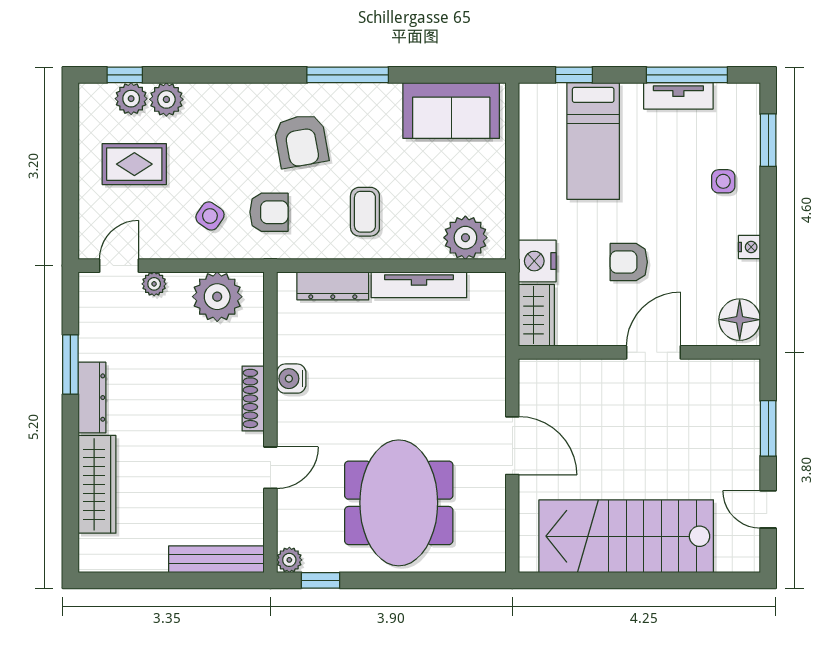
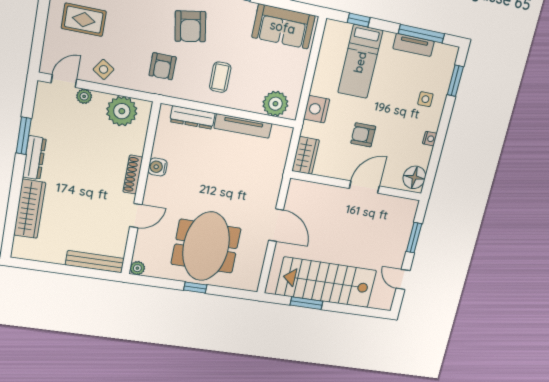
armchair: (269, 212) -> (163, 66), turned 90
side table: (210, 216) -> (104, 69), moved
nightstand: (537, 261) -> (317, 109), moved
window: (321, 580) -> (195, 288), moved
window: (599, 580) -> (306, 303), added

